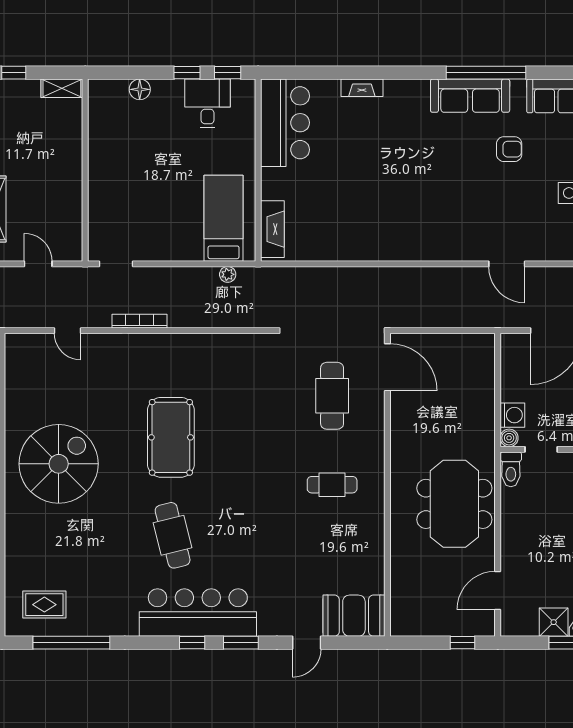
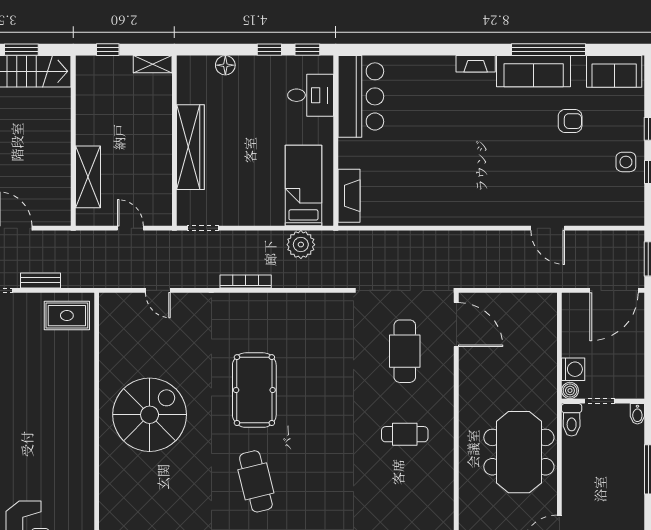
fireplace: (362, 88) -> (476, 64), moved
desk: (208, 103) -> (311, 95), moved, turned 90
wardrobe: (102, 177) -> (190, 147), added
door: (507, 264) -> (548, 228), moved
plant: (228, 274) -> (301, 245), width x1.88, depth x1.88
bookcase: (140, 321) -> (246, 281), moved

